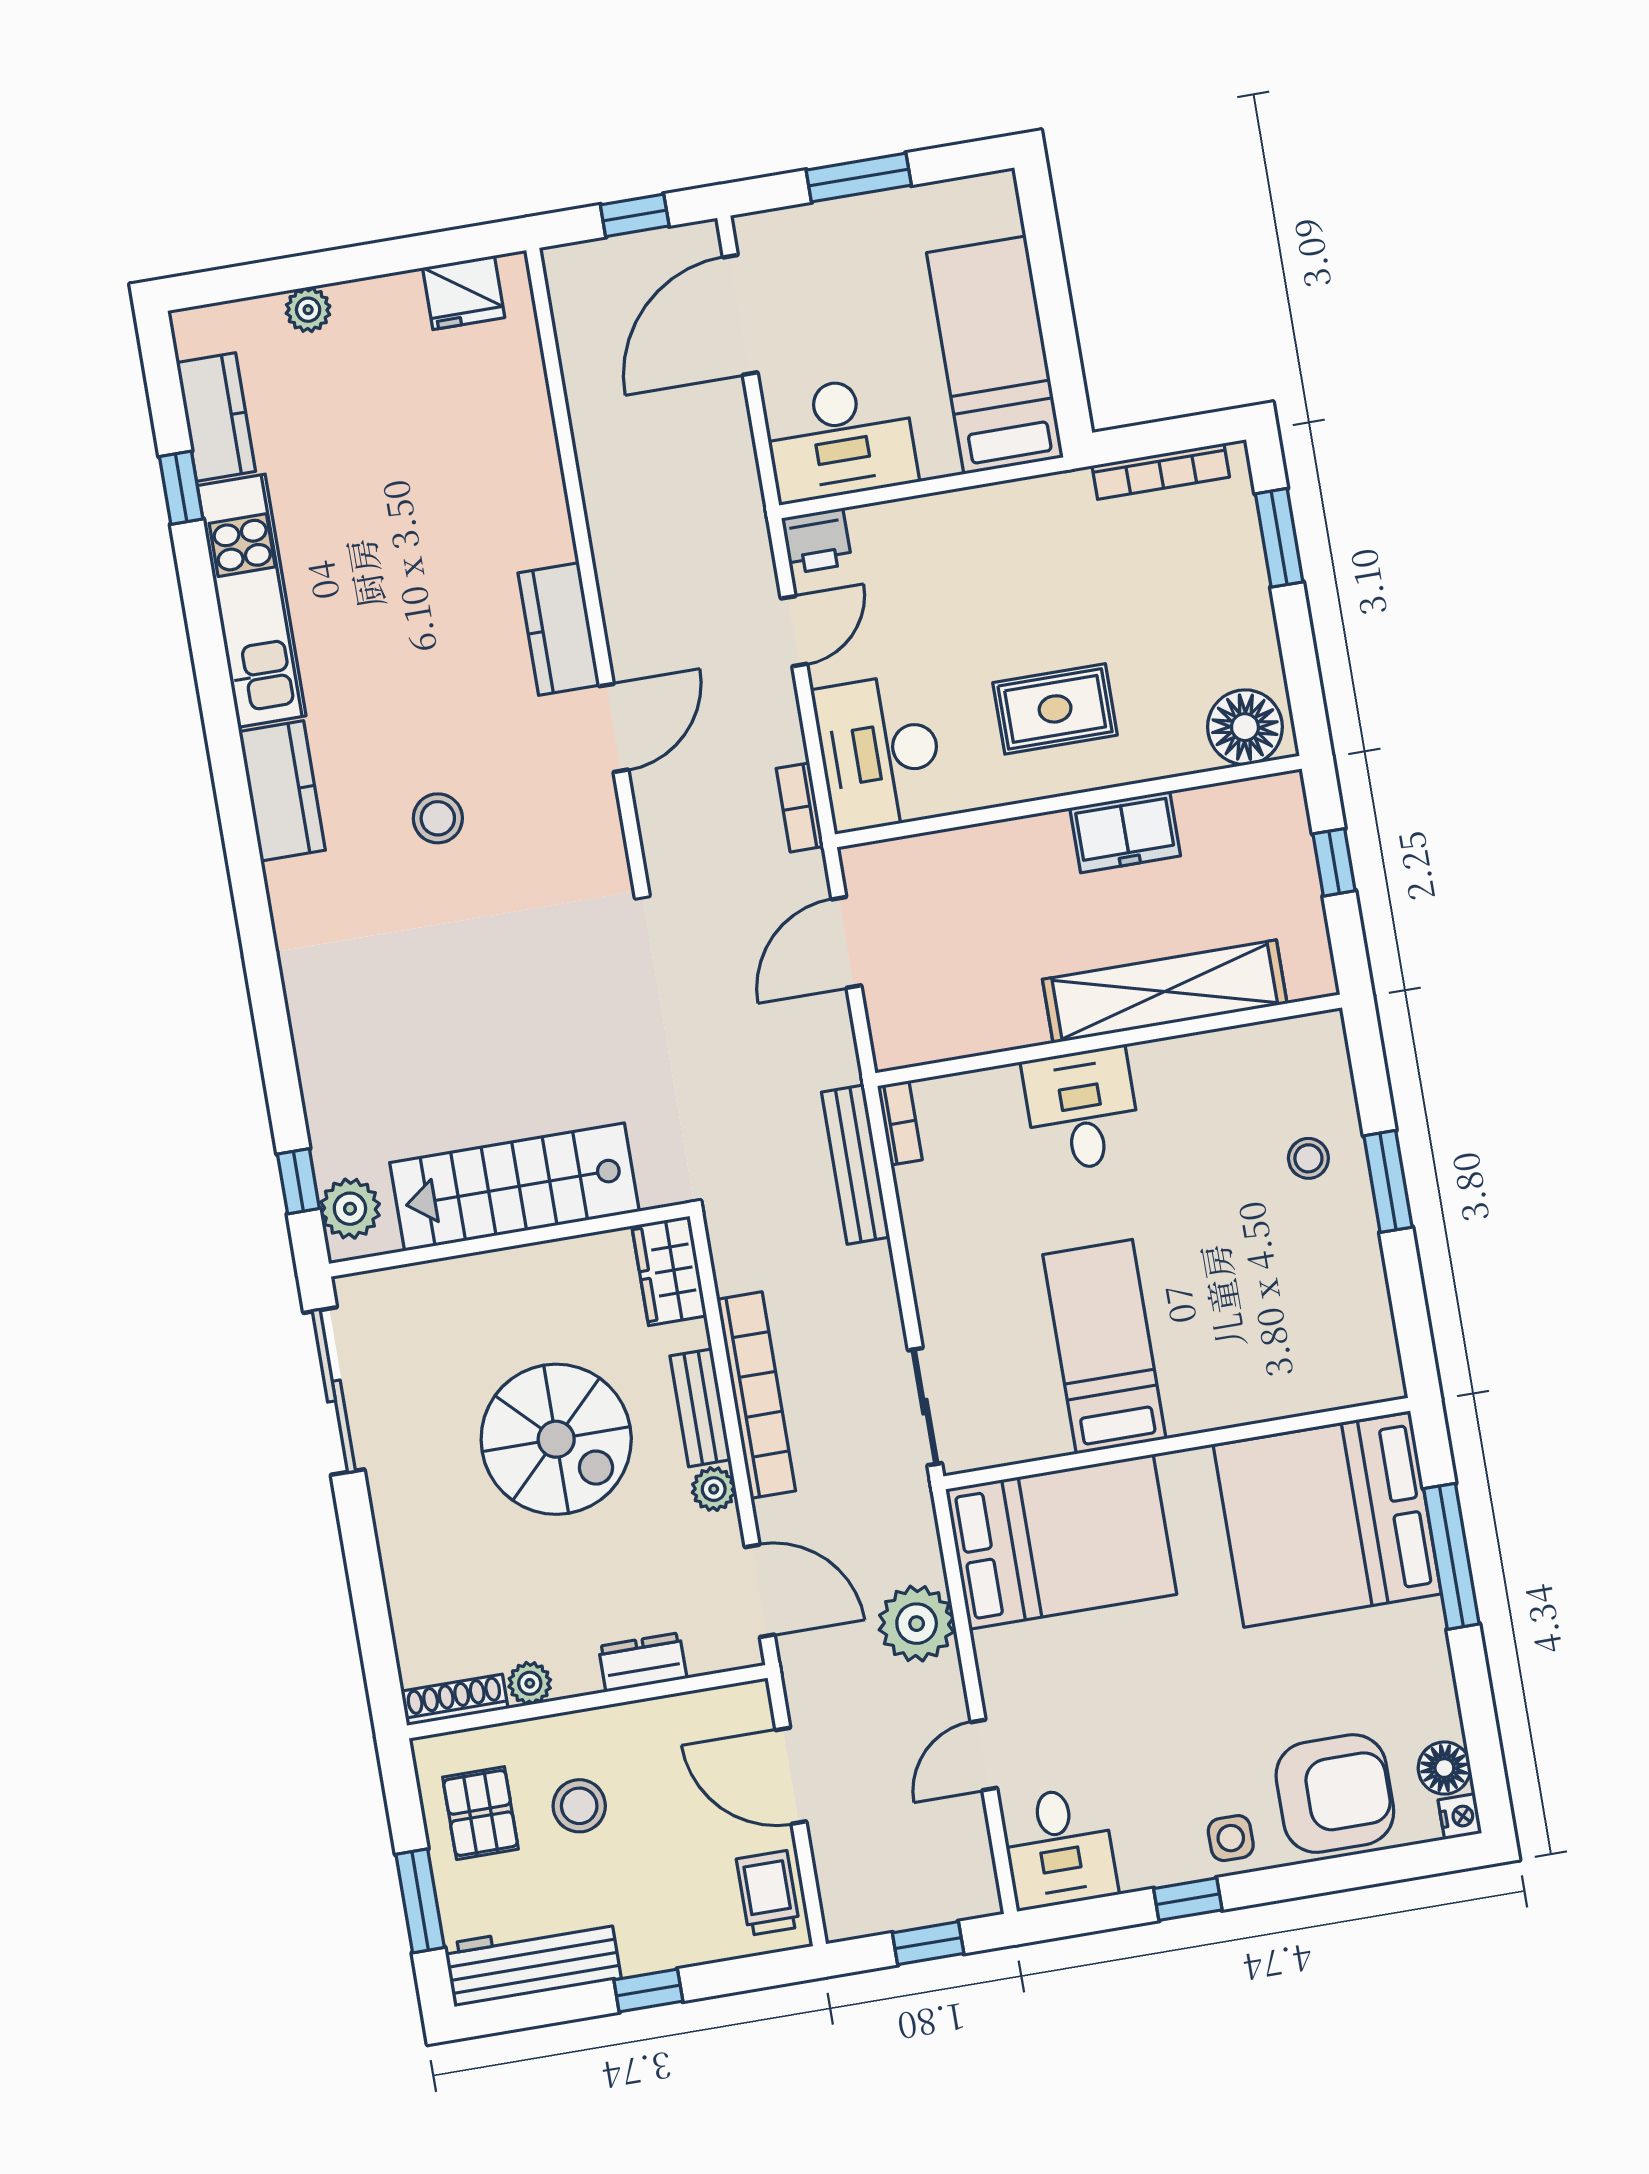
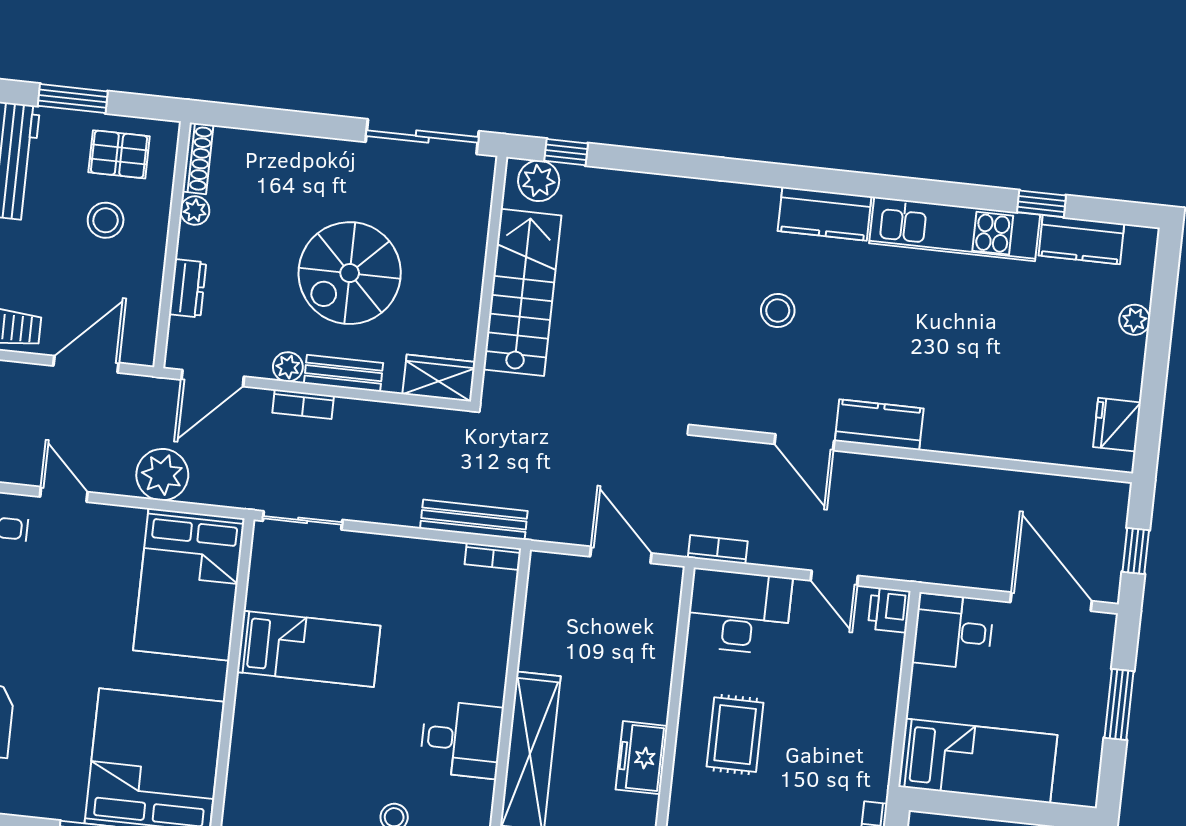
desk: (841, 438) -> (953, 631), width x0.73
desk: (1082, 1110) -> (461, 739), moved
bookcase: (756, 1395) -> (303, 404), width x0.43, depth x0.76

